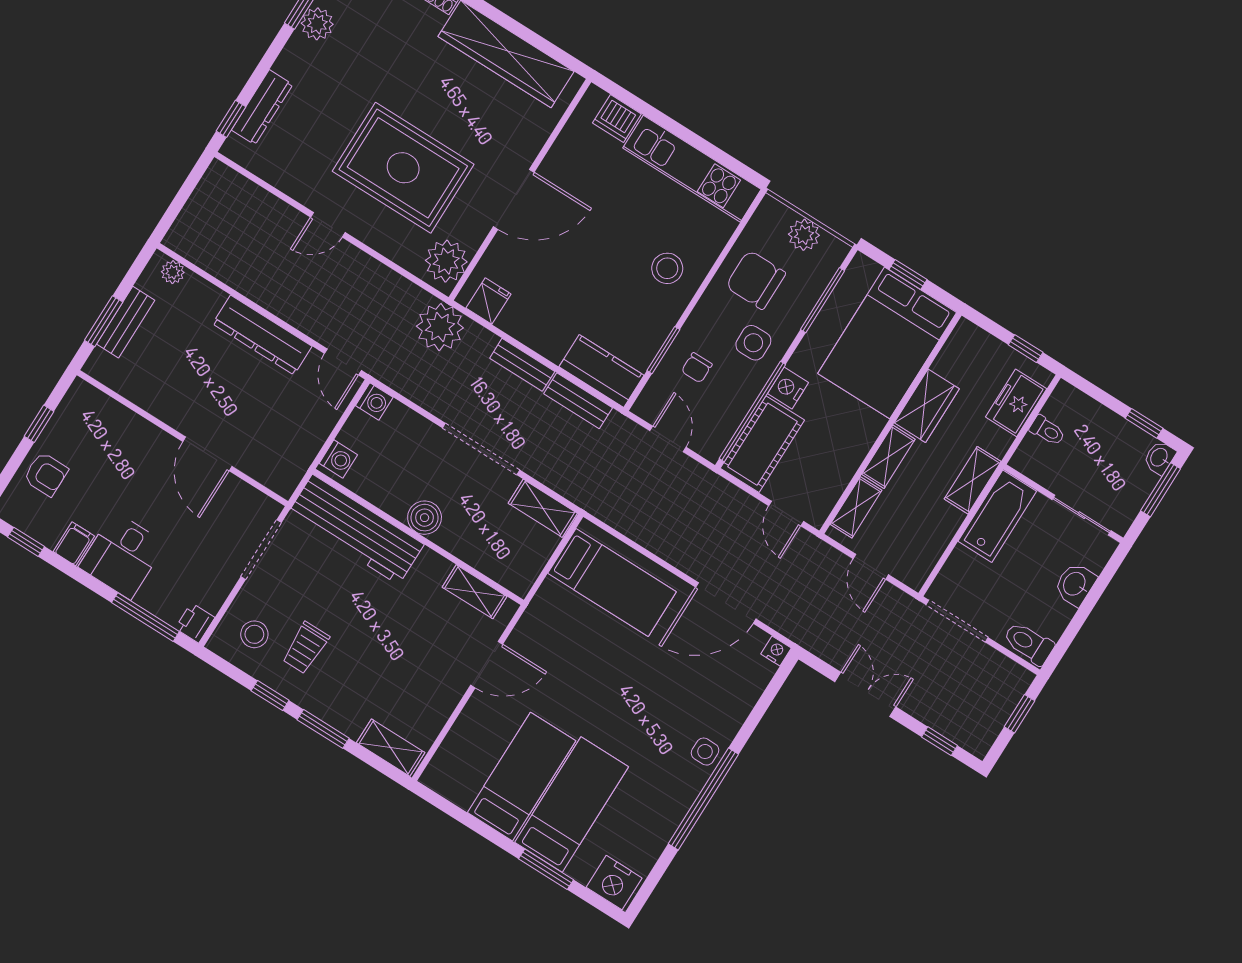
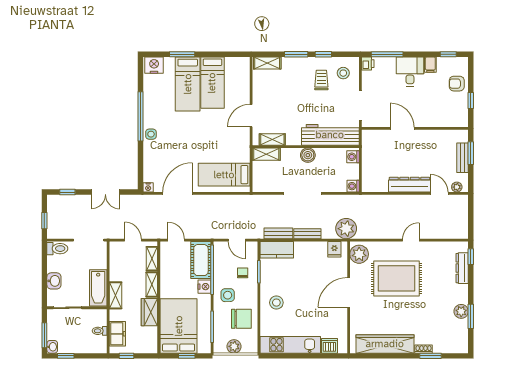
door: (343, 362) -> (439, 193), moved
shelving: (543, 508) -> (266, 154), moved

